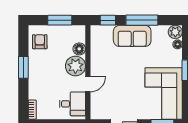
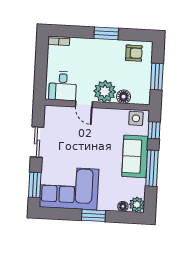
side table: (98, 37) -> (136, 118), added

